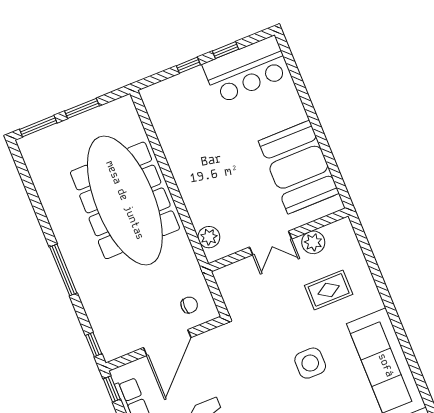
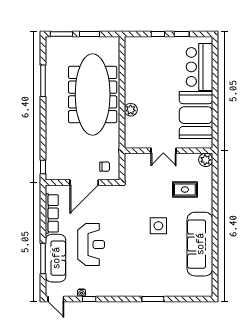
bar counter: (246, 70) -> (199, 67), moved, turned 90
plant: (209, 237) -> (131, 110), moved
plant: (313, 242) -> (206, 160), moved
window: (63, 270) -> (43, 81), moved
window: (112, 389) -> (43, 196), removed

